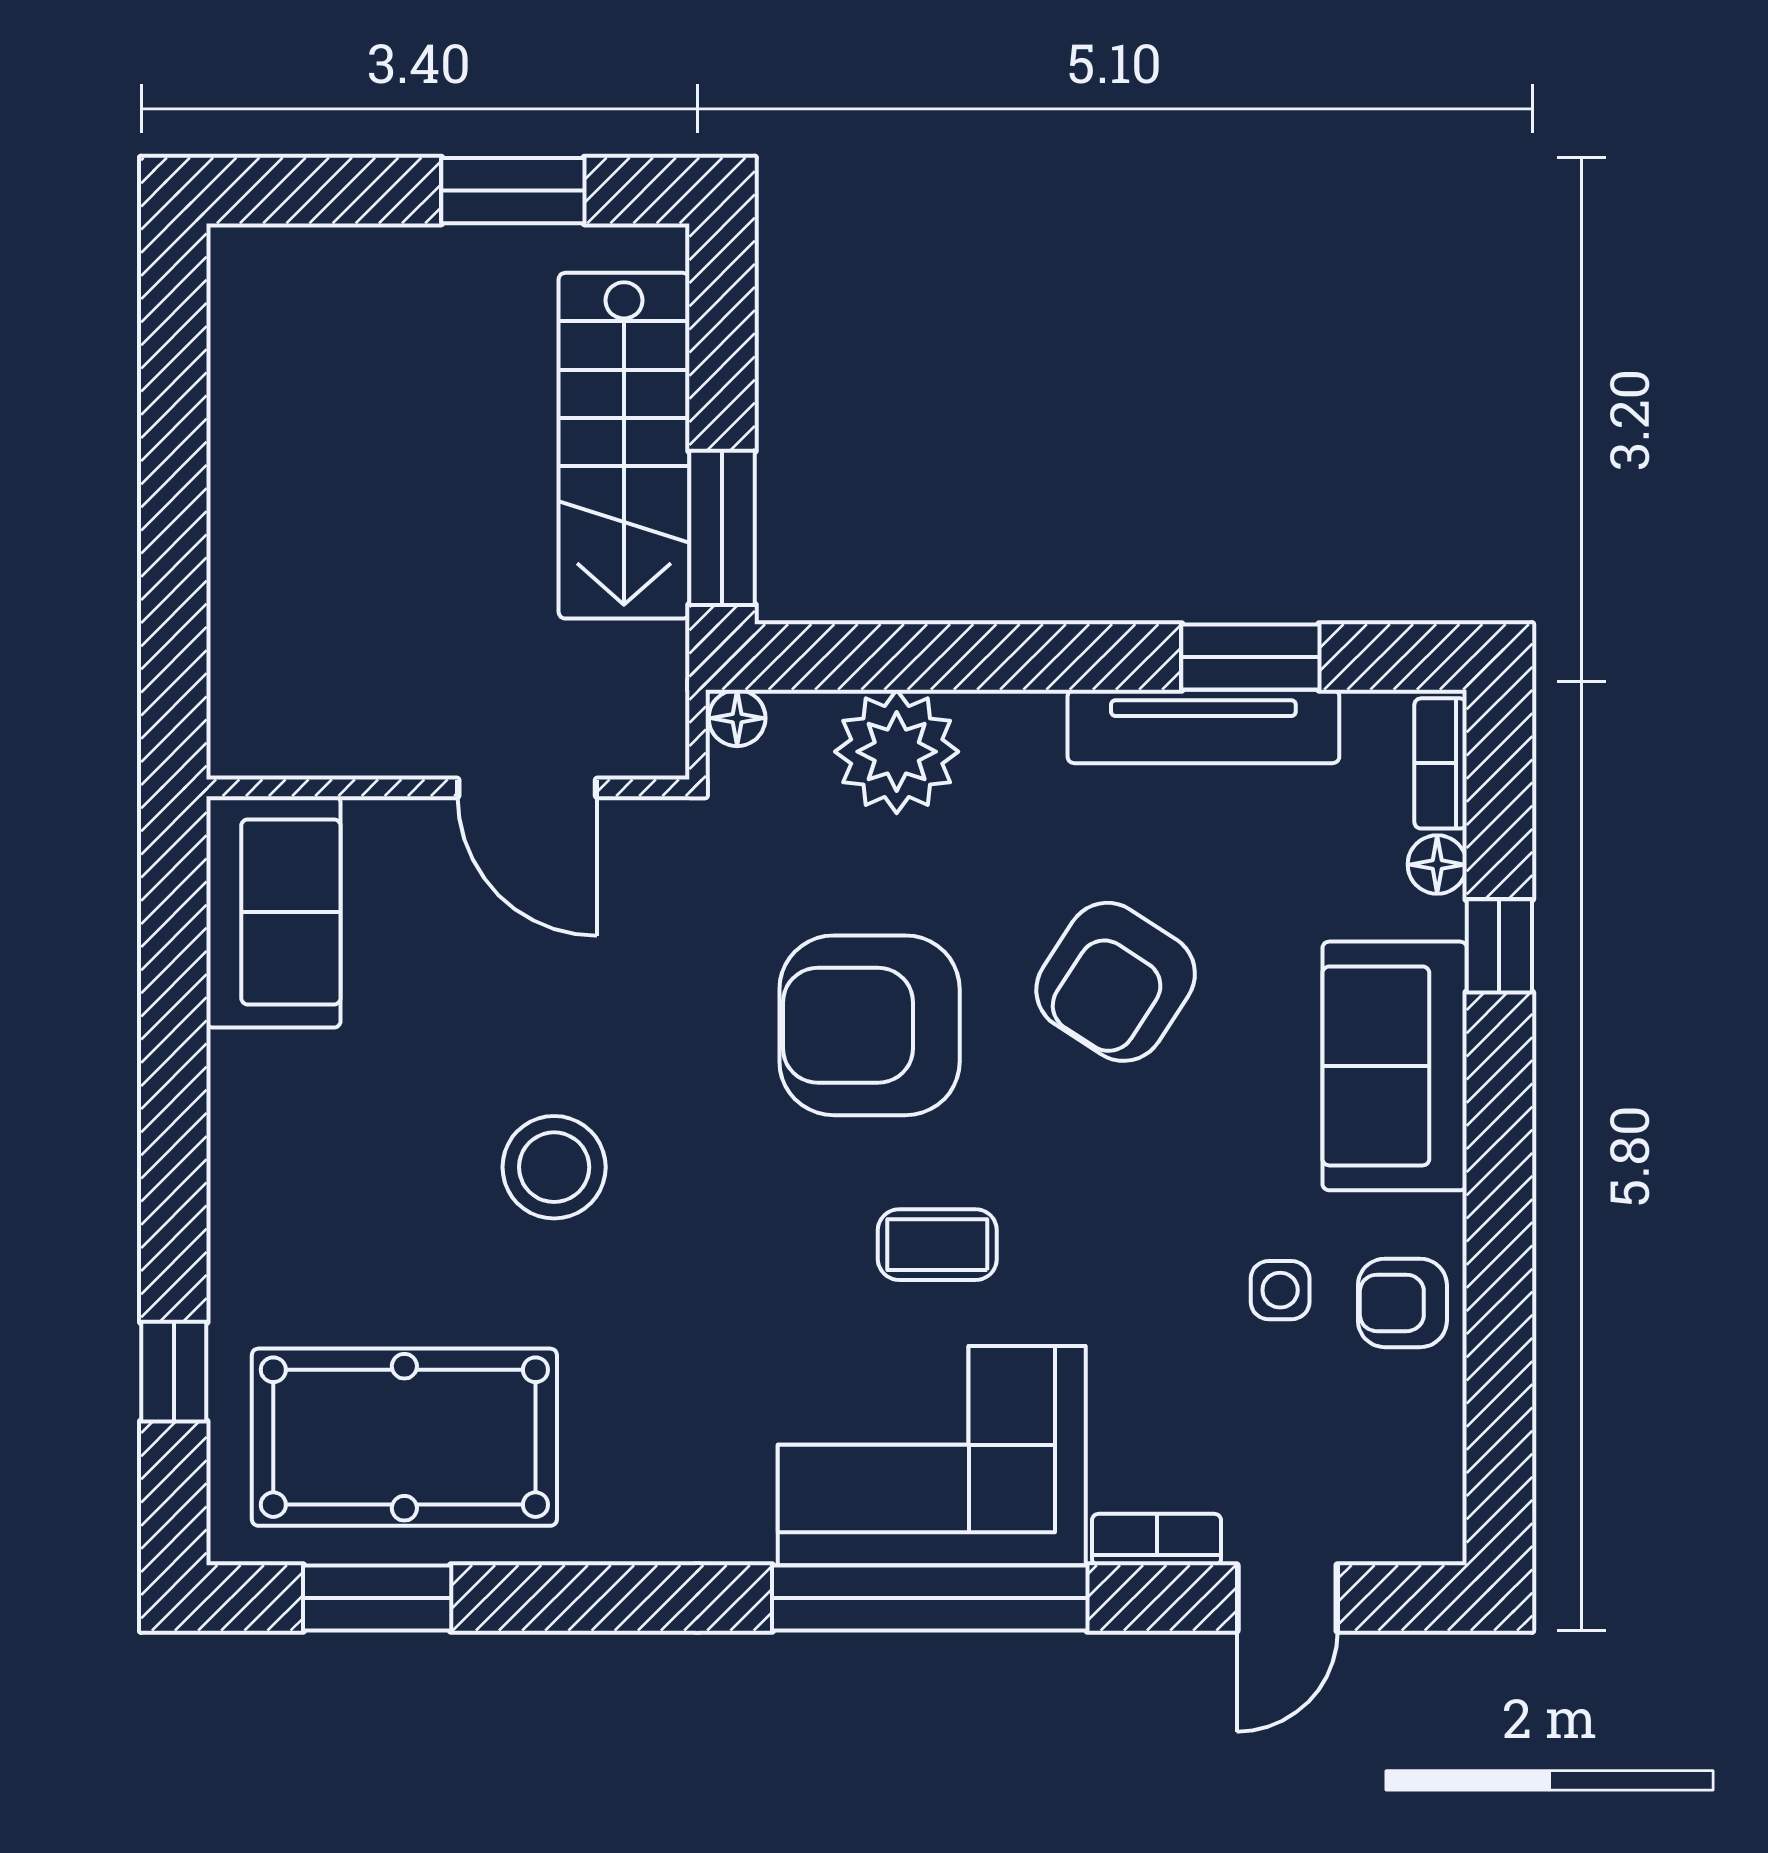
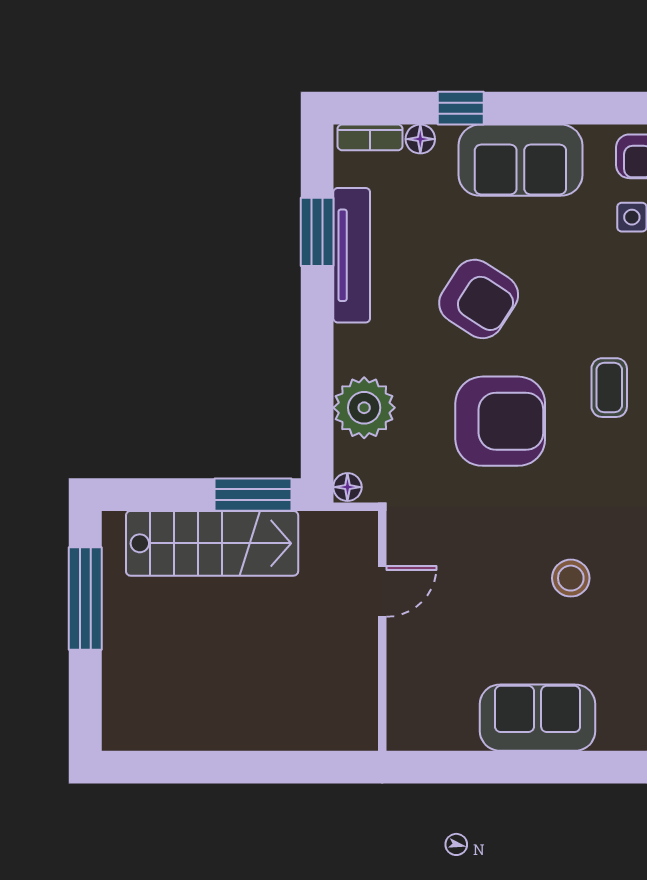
window: (513, 191) -> (85, 599), width x1.44
door: (527, 788) -> (382, 591), width x0.73
sofa: (273, 912) -> (538, 718), moved
armchair: (870, 1025) -> (500, 421), turned -90
stool: (554, 1167) -> (571, 578), width x0.73, depth x0.73

